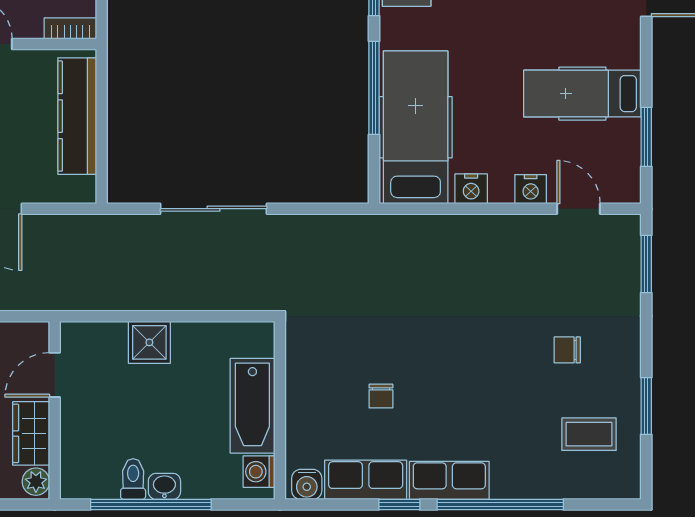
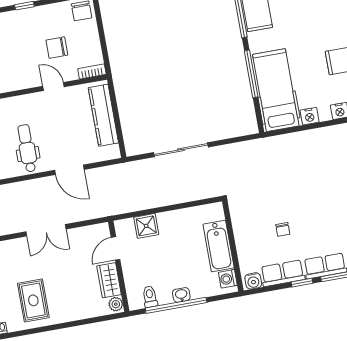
shower: (149, 342) -> (146, 226), moved
toilet: (133, 479) -> (150, 297), moved

